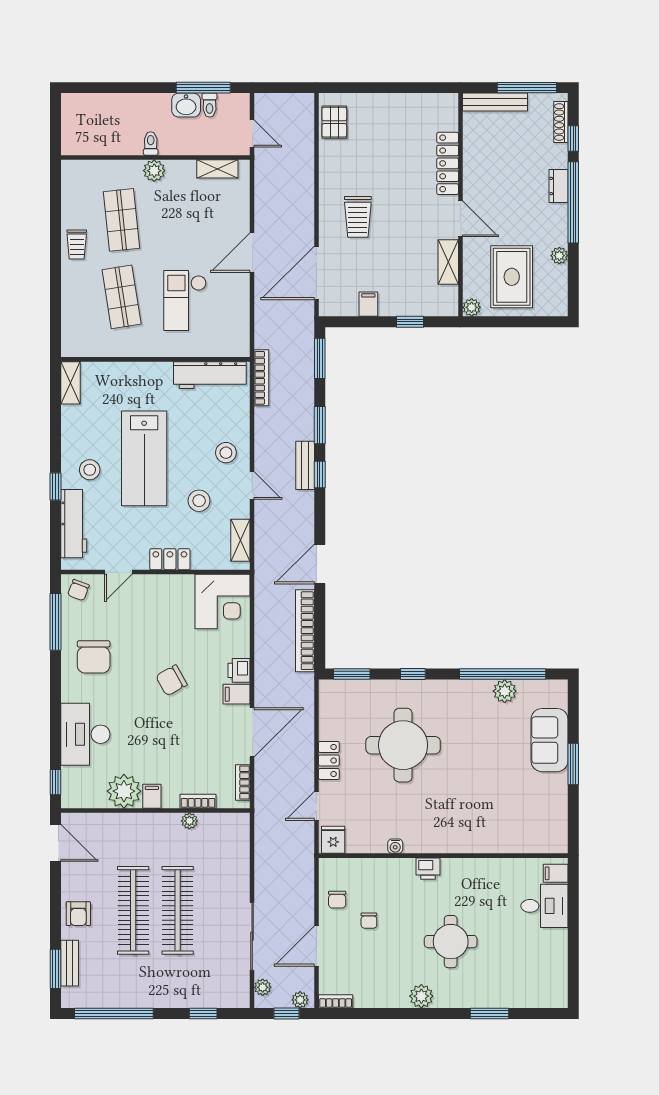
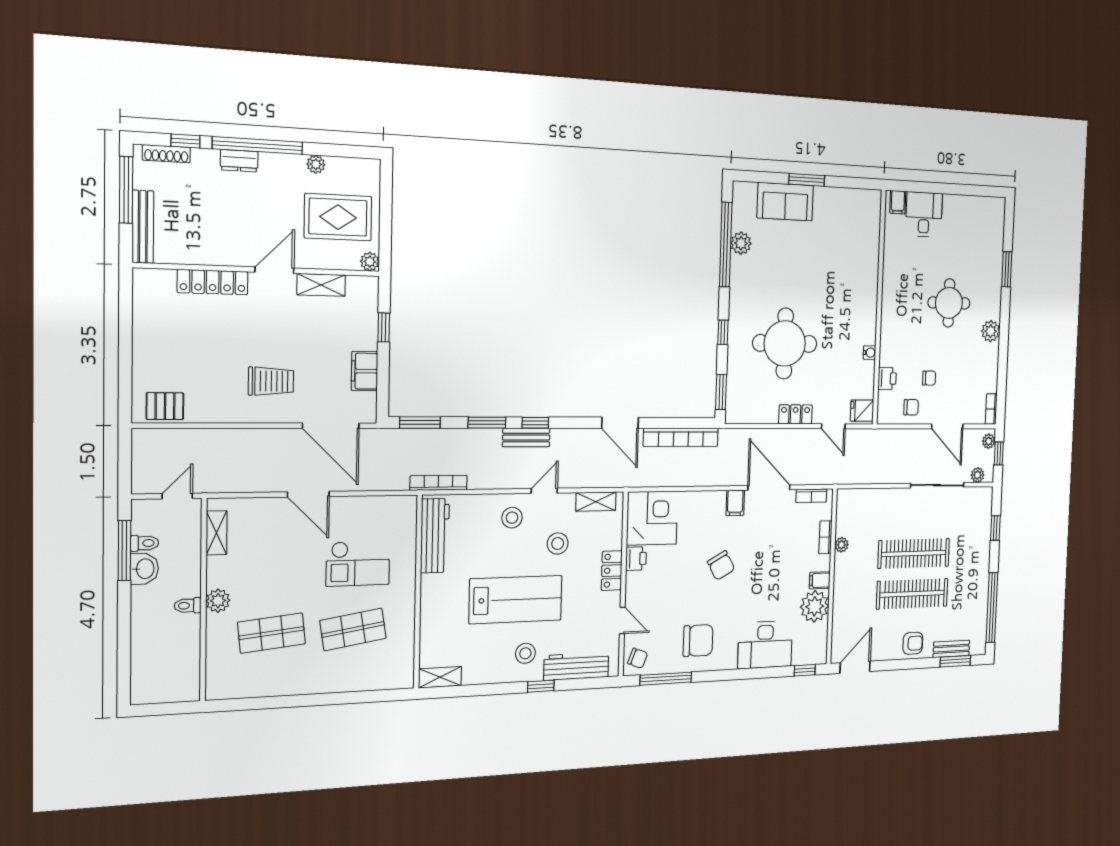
trolley: (77, 244) -> (297, 679), removed
filing cabinet: (368, 304) -> (365, 371), width x2.00
printer: (239, 670) -> (636, 559), moved, turned -90
printer: (428, 869) -> (887, 378), moved

